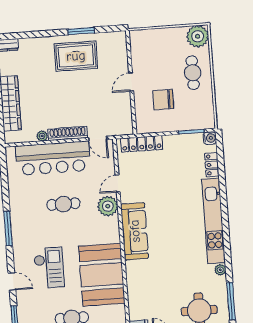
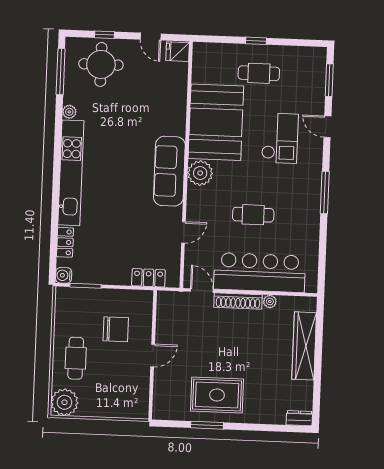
locker: (142, 144) -> (148, 278), width x0.66
plant: (108, 206) -> (200, 173), moved
checkout: (49, 268) -> (280, 138), turned 180

